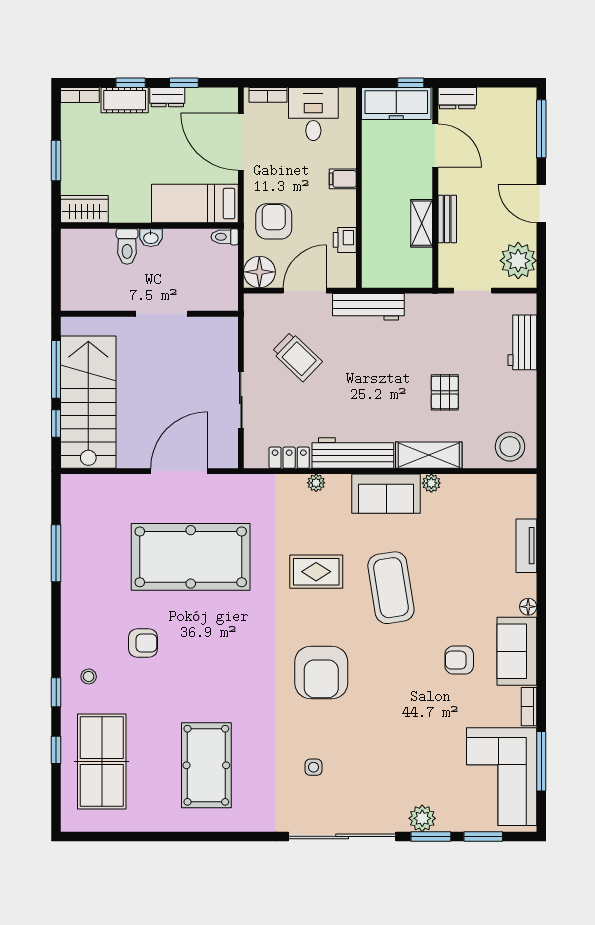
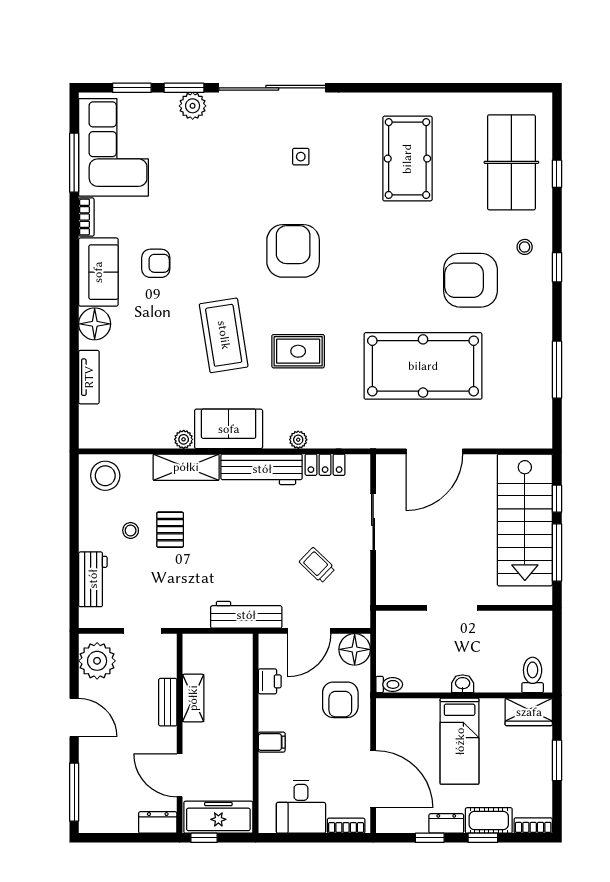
bed: (195, 204) -> (460, 741), moved, turned 90
toilet: (127, 246) -> (533, 675), moved
trolley: (297, 357) -> (317, 565), width x0.73, depth x0.72
stool: (485, 392) -> (131, 530), added
floor lamp: (528, 607) -> (95, 324), width x1.89, depth x1.89
armchair: (143, 643) -> (470, 280), width x1.88, depth x1.88
window: (56, 692) -> (557, 267), moved

